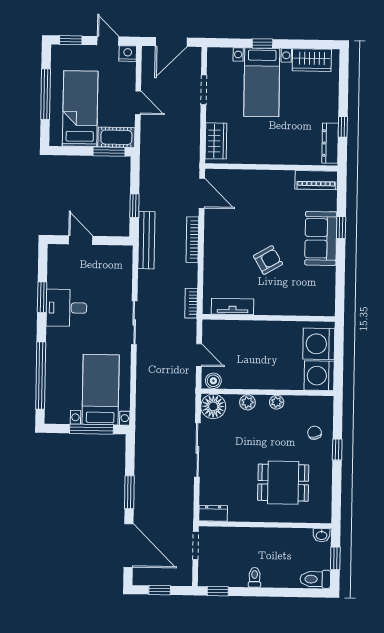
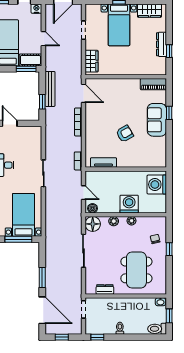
dresser: (330, 143) -> (162, 44), moved
bench: (146, 240) -> (50, 89), moved
washing machine: (319, 376) -> (129, 204), moved, turned 90
dining table: (283, 483) -> (136, 270), width x1.38
dresser: (213, 513) -> (105, 289), moved

